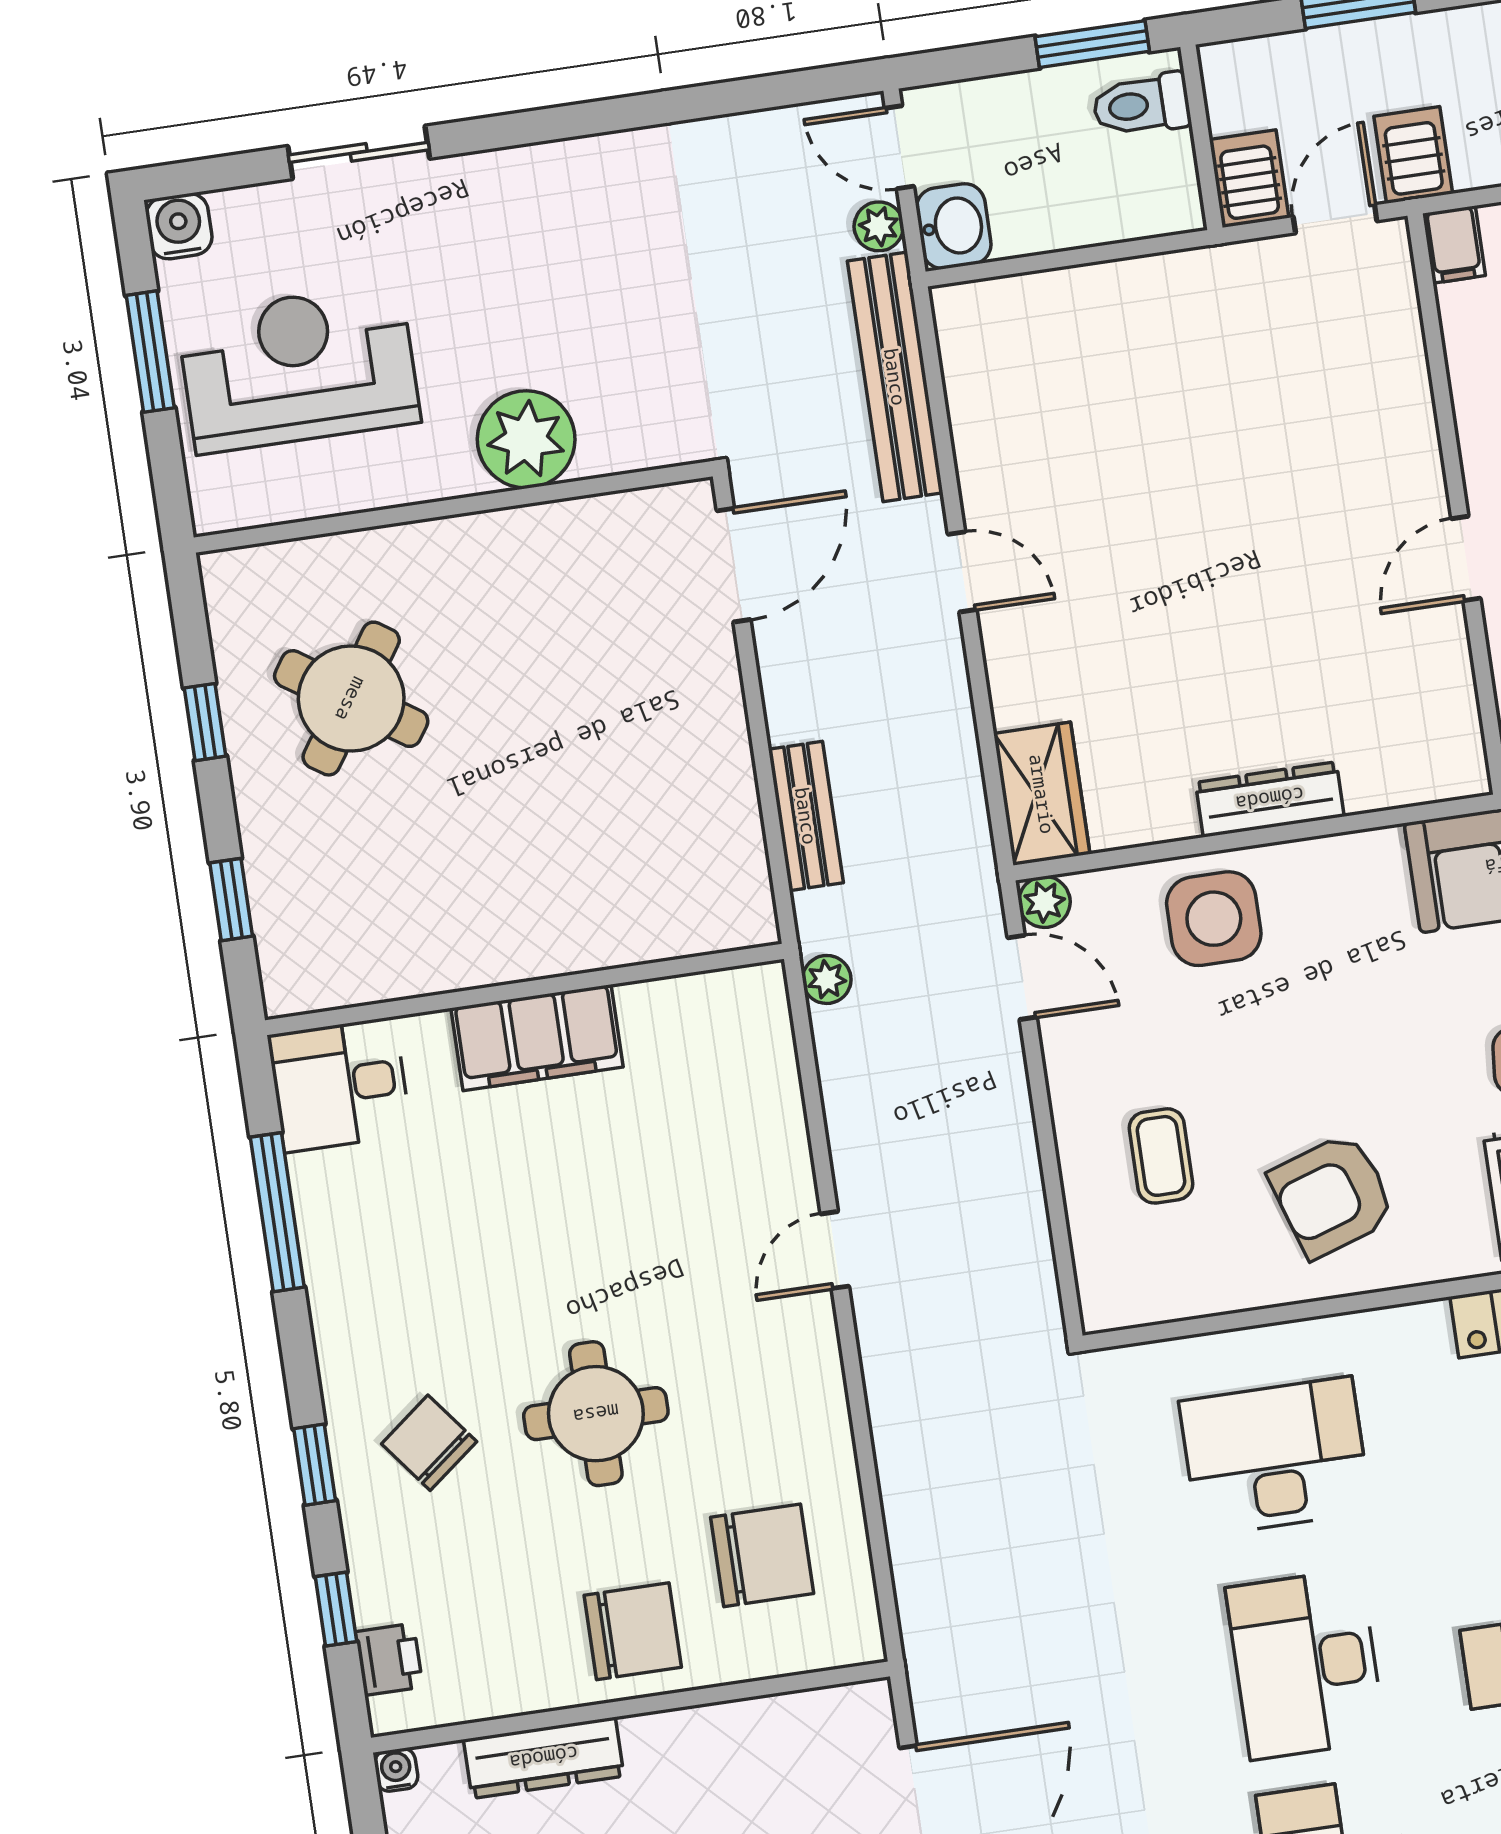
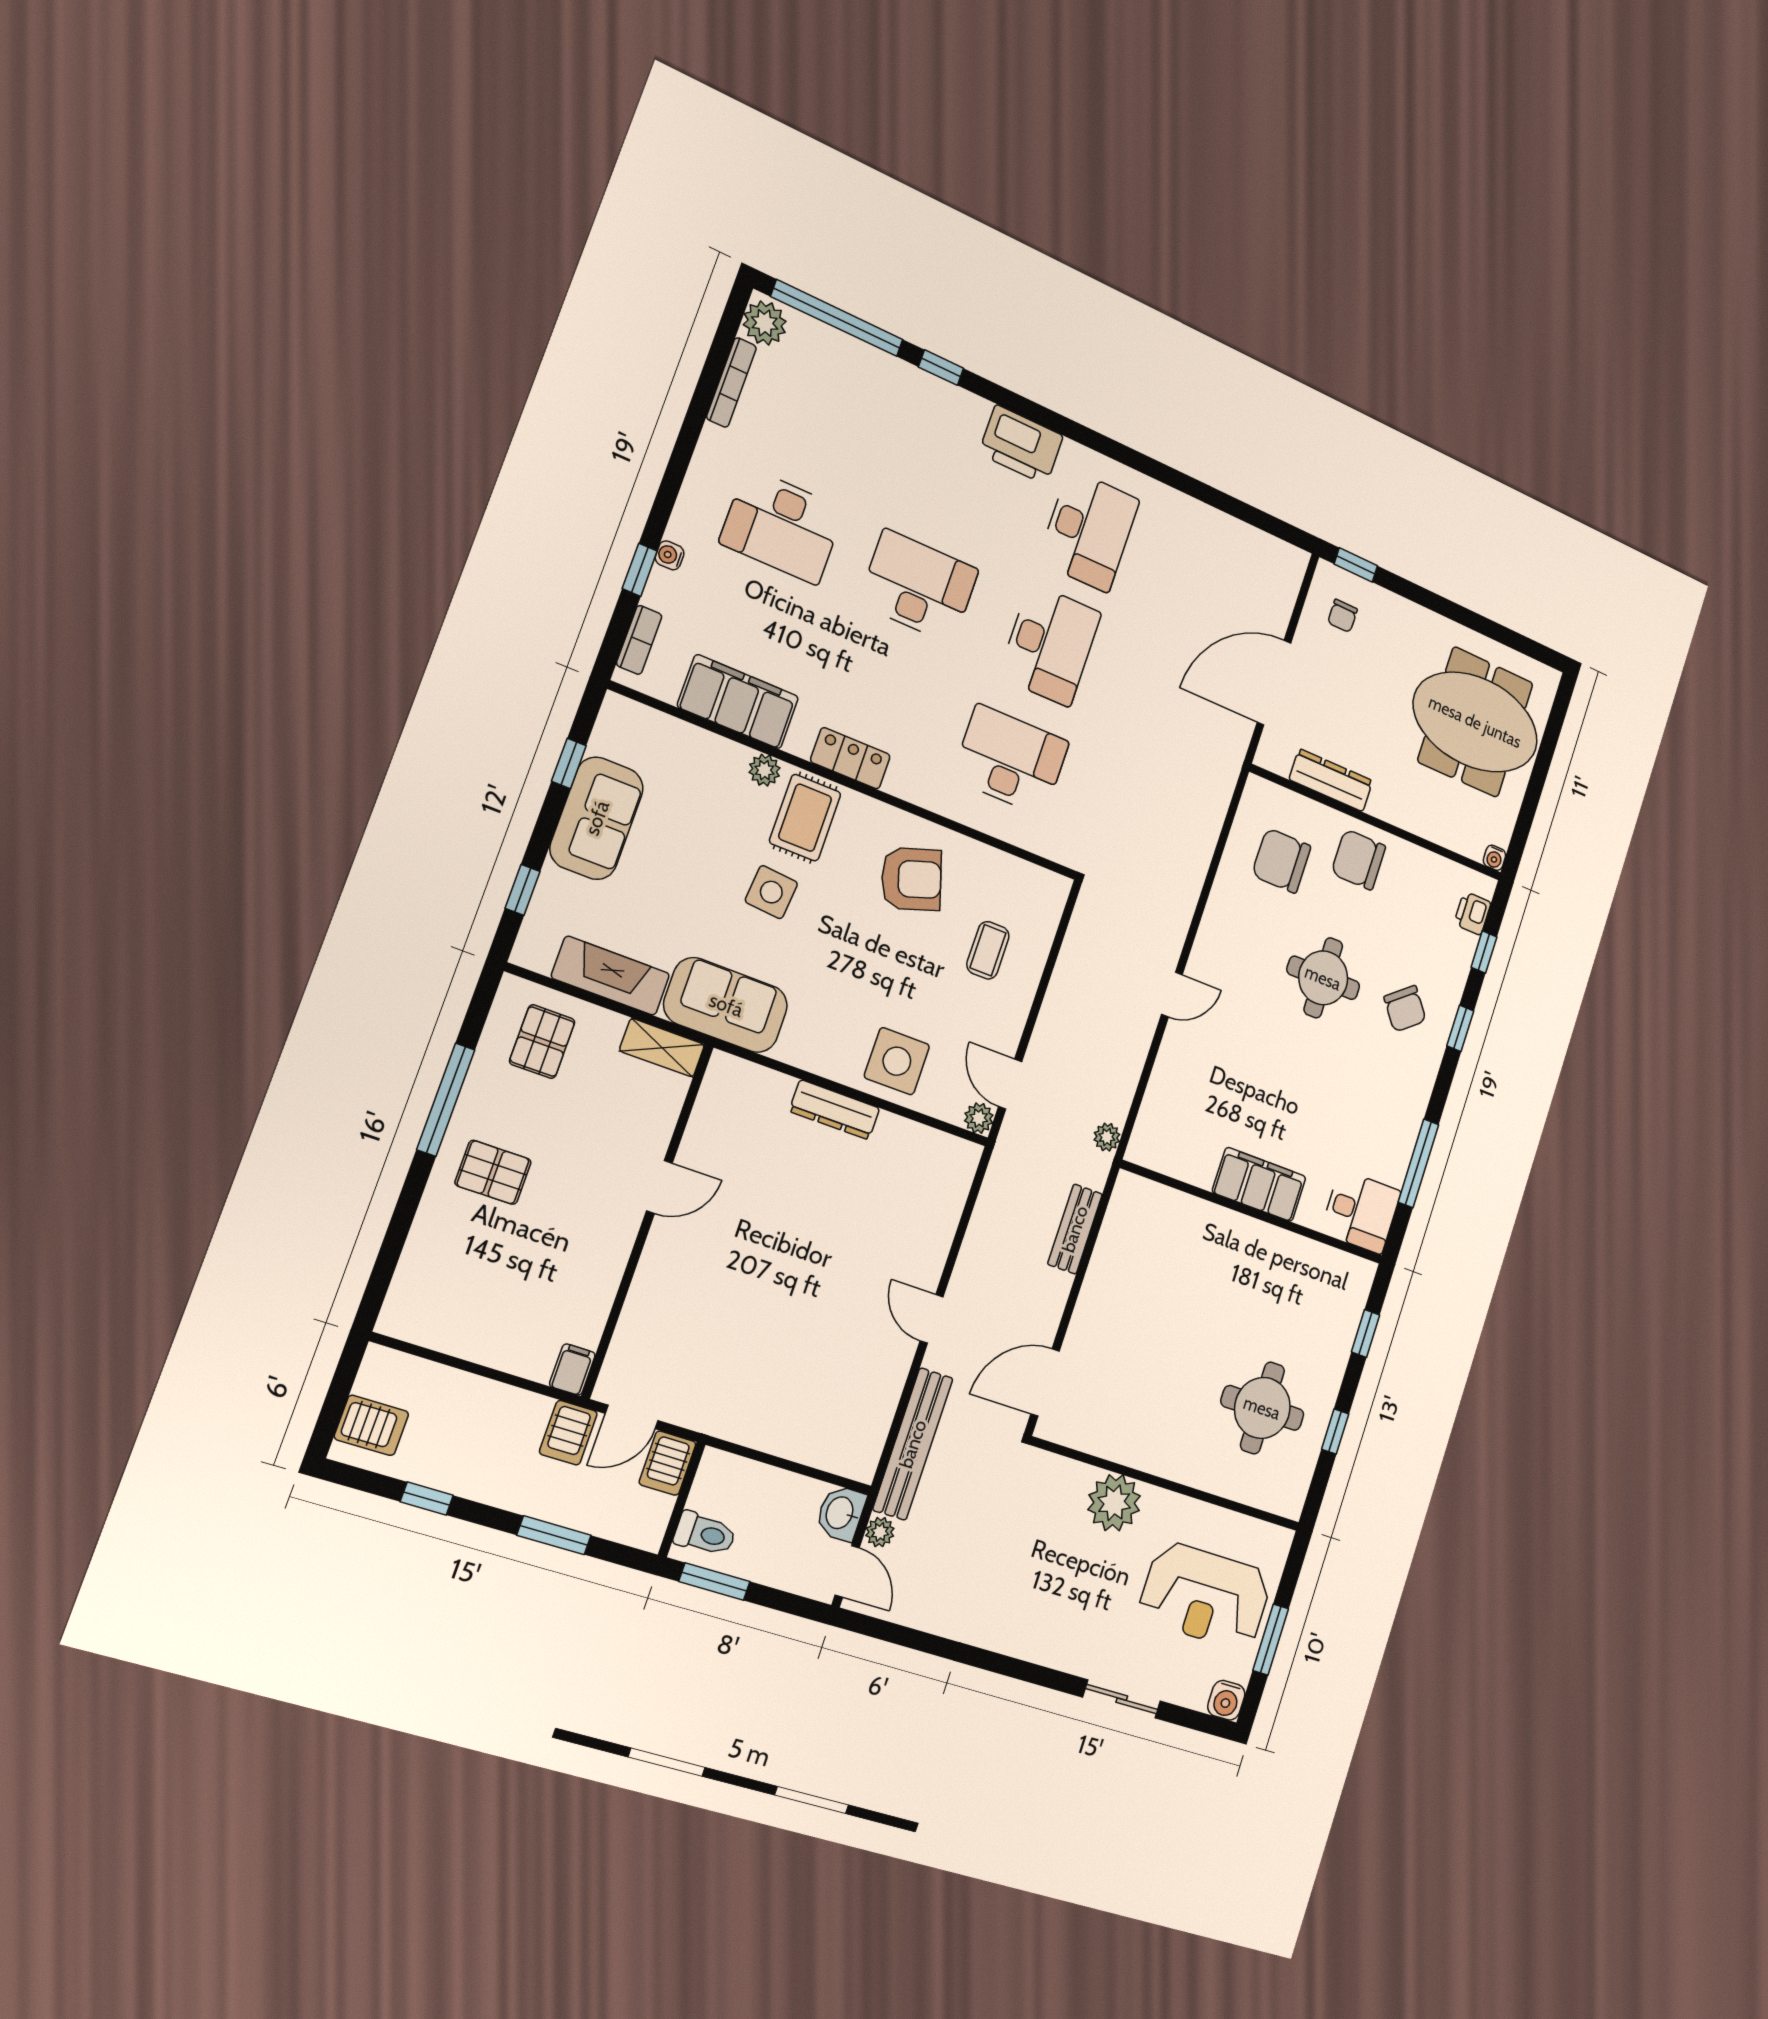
round table: (351, 699) -> (1262, 1408), turned -34
wardrobe: (1042, 794) -> (951, 1177), removed
desk: (1275, 1457) -> (1011, 760), turned 180
dresser: (544, 1758) -> (1331, 780), moved

